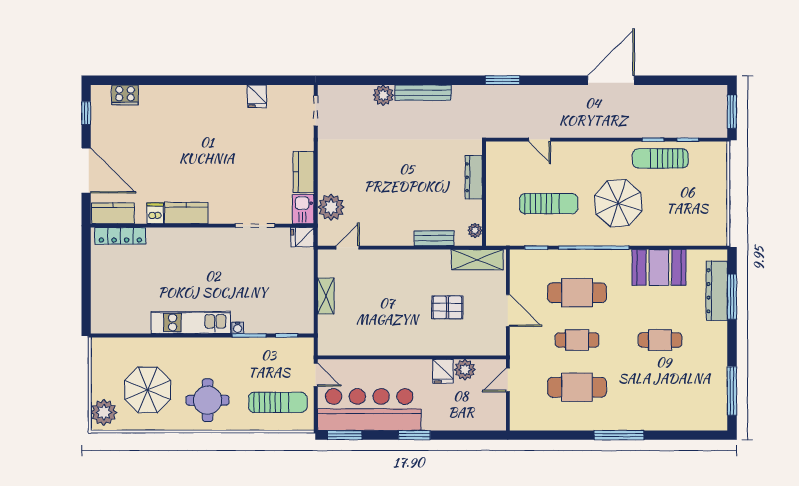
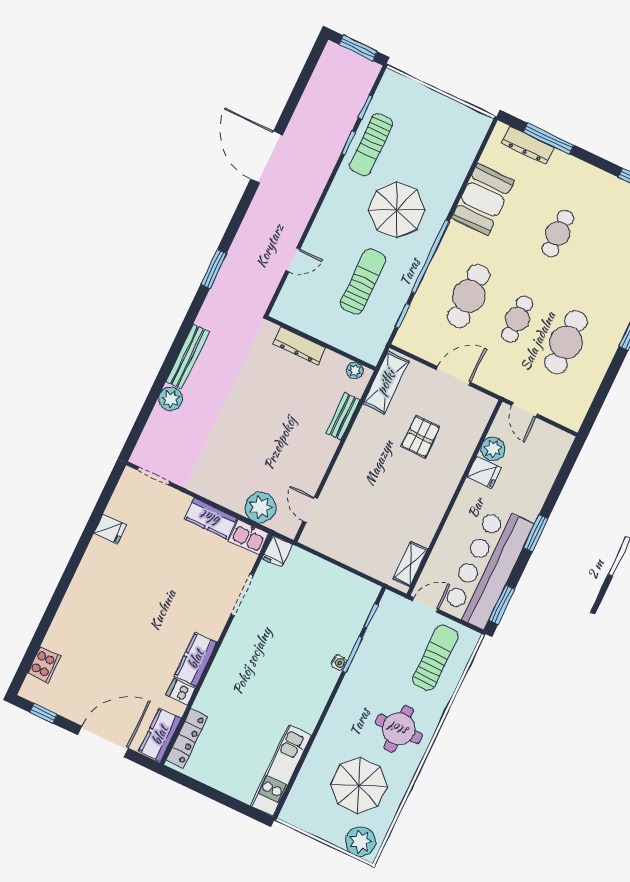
dresser: (717, 291) -> (528, 145), width x0.73, depth x0.80
shelving: (326, 296) -> (410, 564), moved, turned 90
kitchen unit: (191, 322) -> (281, 770), moved

